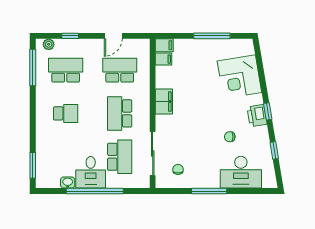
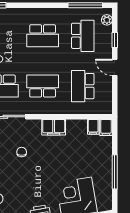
door: (113, 36) -> (115, 67), moved
school desk: (120, 70) -> (83, 86), turned 180
school desk: (66, 113) -> (43, 36), width x1.85
chair: (230, 137) -> (22, 152), moved

